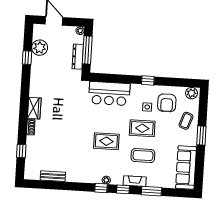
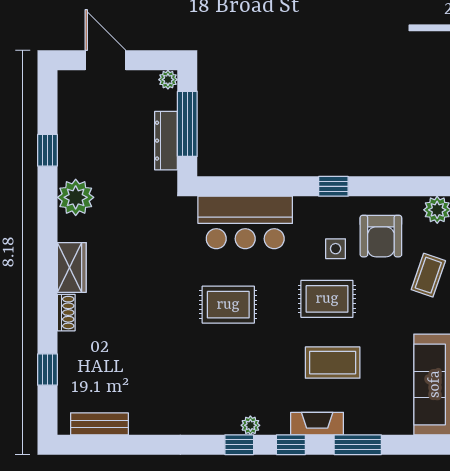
plant: (40, 48) -> (76, 197), moved
rug: (106, 141) -> (228, 305), moved
bench: (53, 176) -> (99, 424), moved

